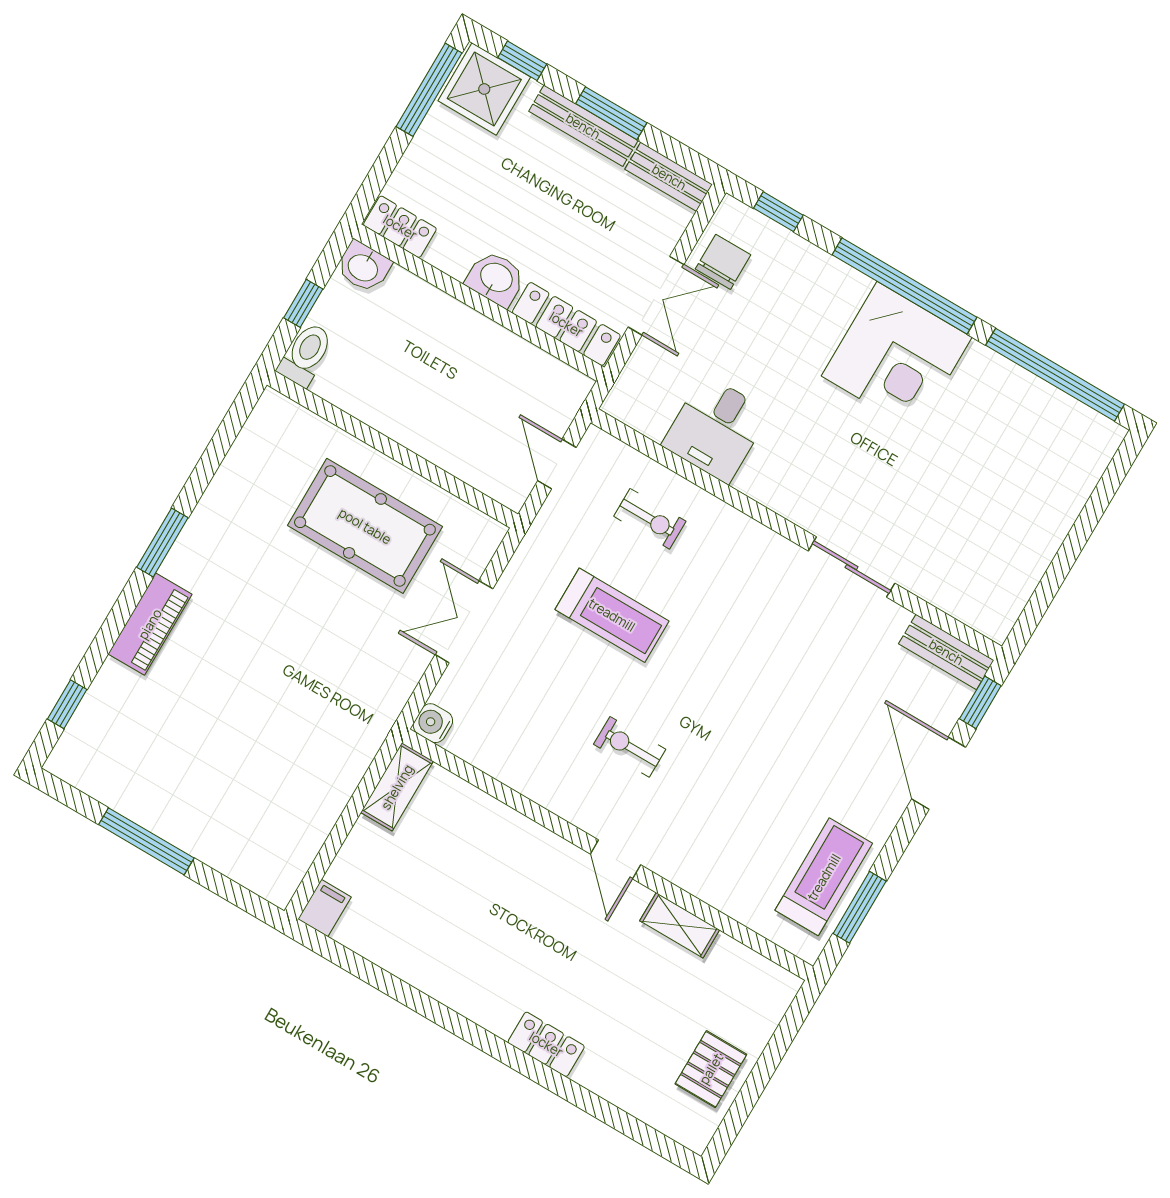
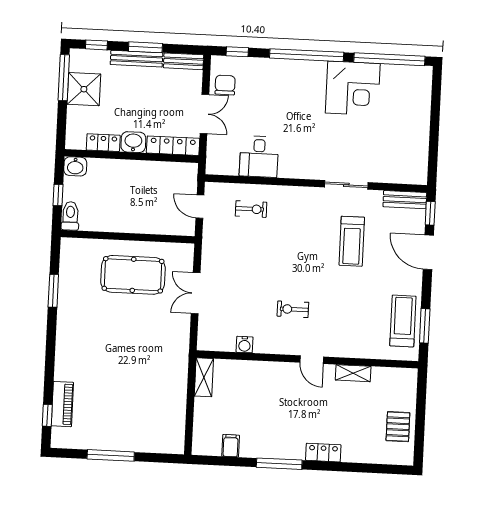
shower: (484, 89) -> (84, 89), moved
locker: (400, 227) -> (103, 143), moved
corner desk: (897, 357) -> (353, 88), moved
window: (162, 542) -> (53, 291), moved
treadmill: (612, 615) -> (352, 241), moved, turned 90
piano: (150, 624) -> (62, 404), moved
water cooler: (433, 723) -> (244, 345), moved, turned -90
filing cabinet: (324, 908) -> (231, 446), moved
window: (453, 1022) -> (279, 464), added

